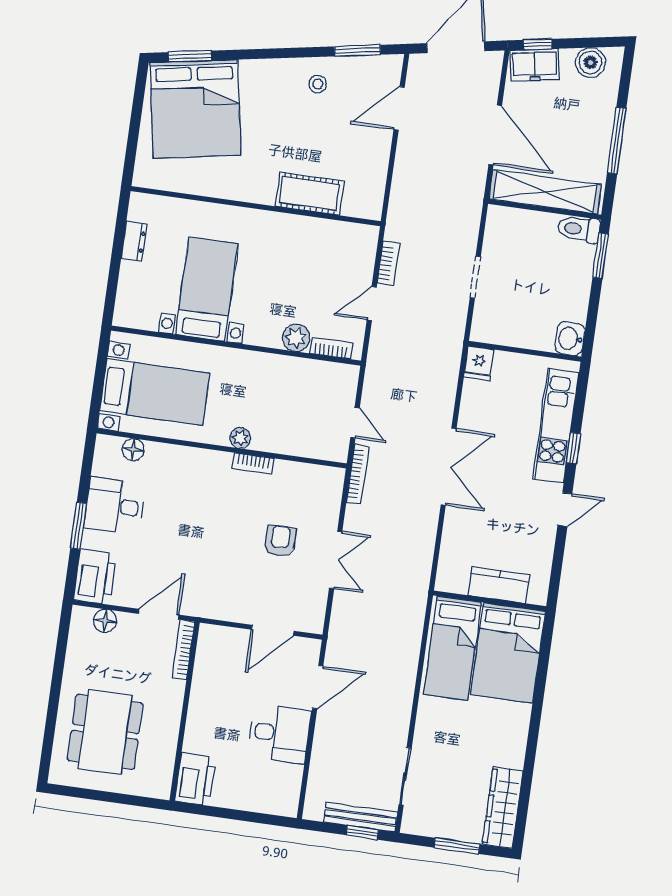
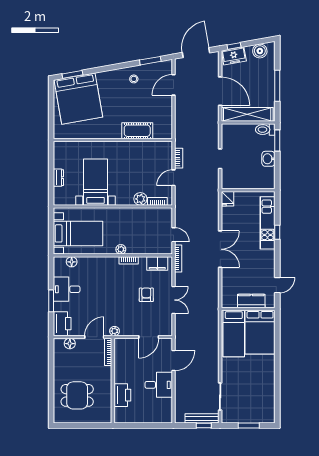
dresser: (134, 241) -> (58, 178), moved
washbasin: (570, 339) -> (268, 159), moved
filing cabinet: (312, 478) -> (157, 263), added
door: (565, 509) -> (277, 285), moved
plant: (203, 608) -> (115, 331), added
dining table: (105, 732) -> (77, 395), width x0.73
printer: (195, 779) -> (122, 395), moved
wardrobe: (503, 808) -> (268, 405), removed

